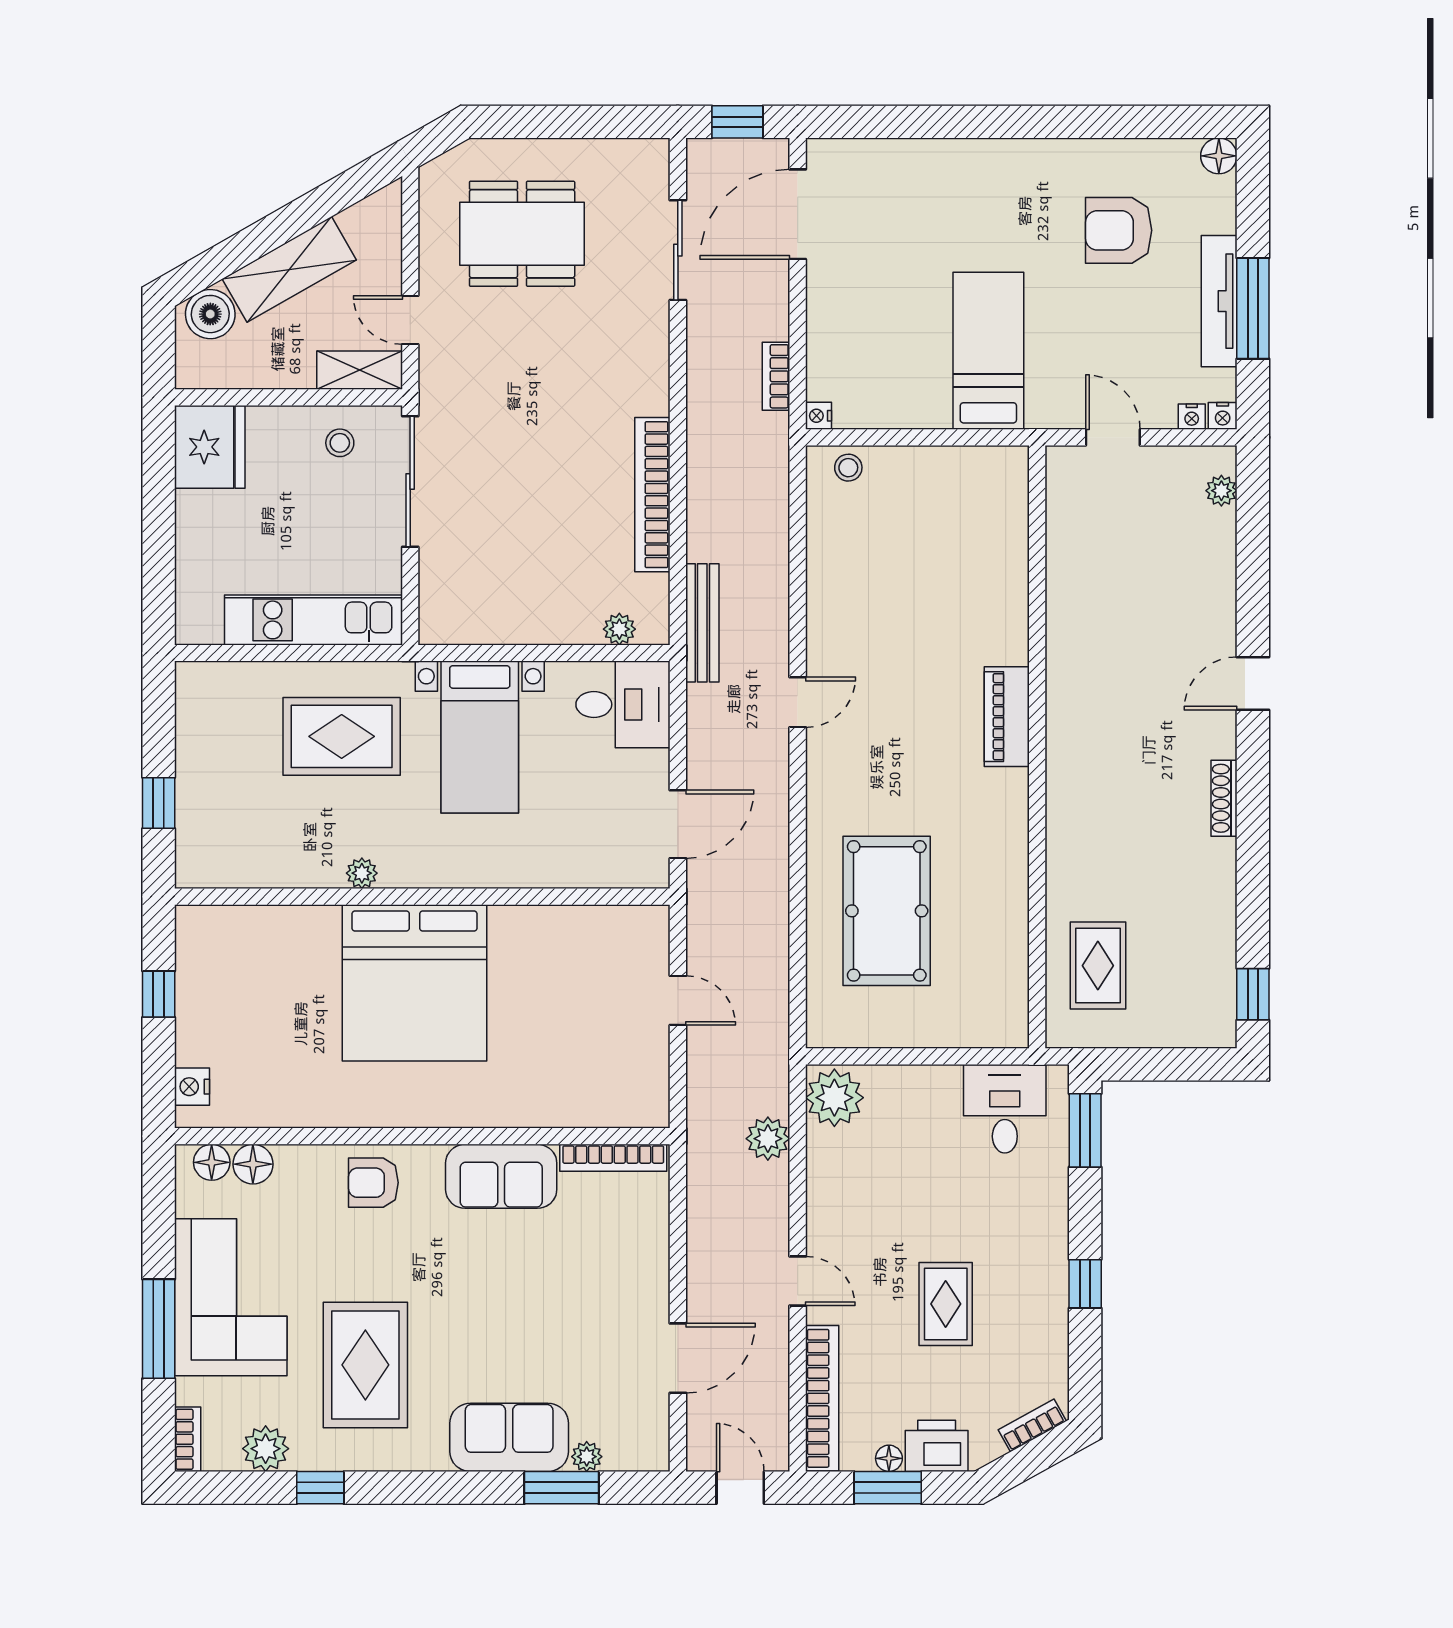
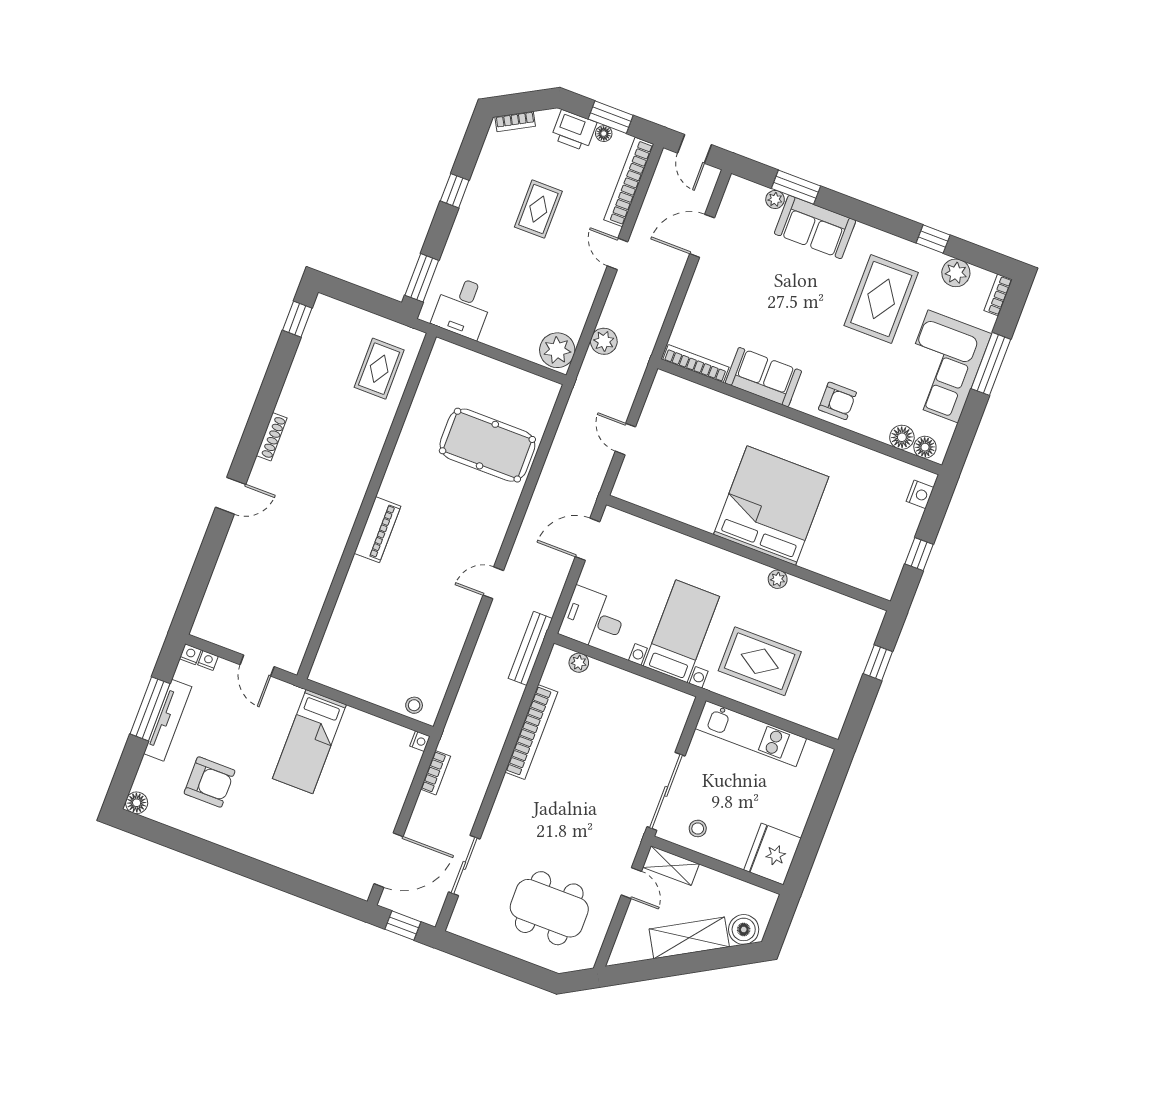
plant: (1221, 491) -> (207, 612), removed
pool table: (887, 911) -> (487, 445), turned 90

